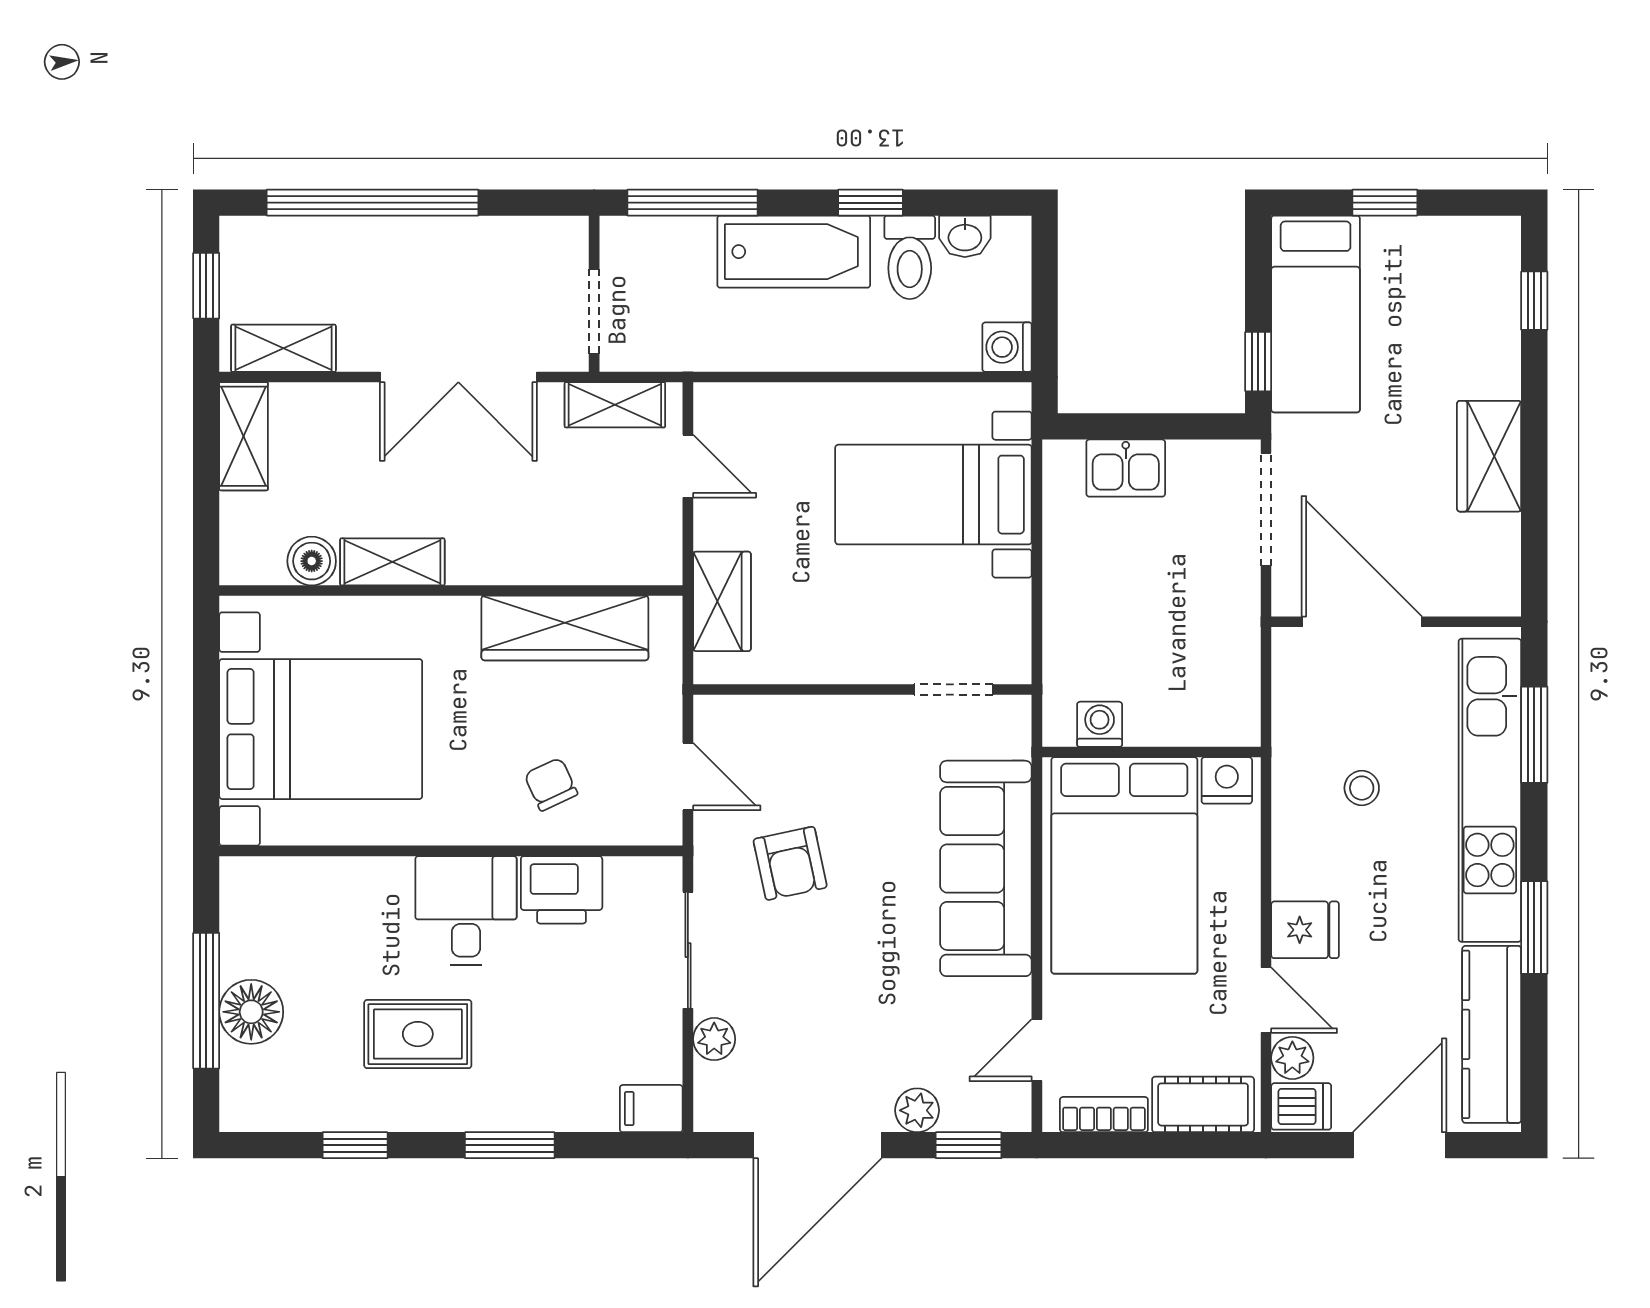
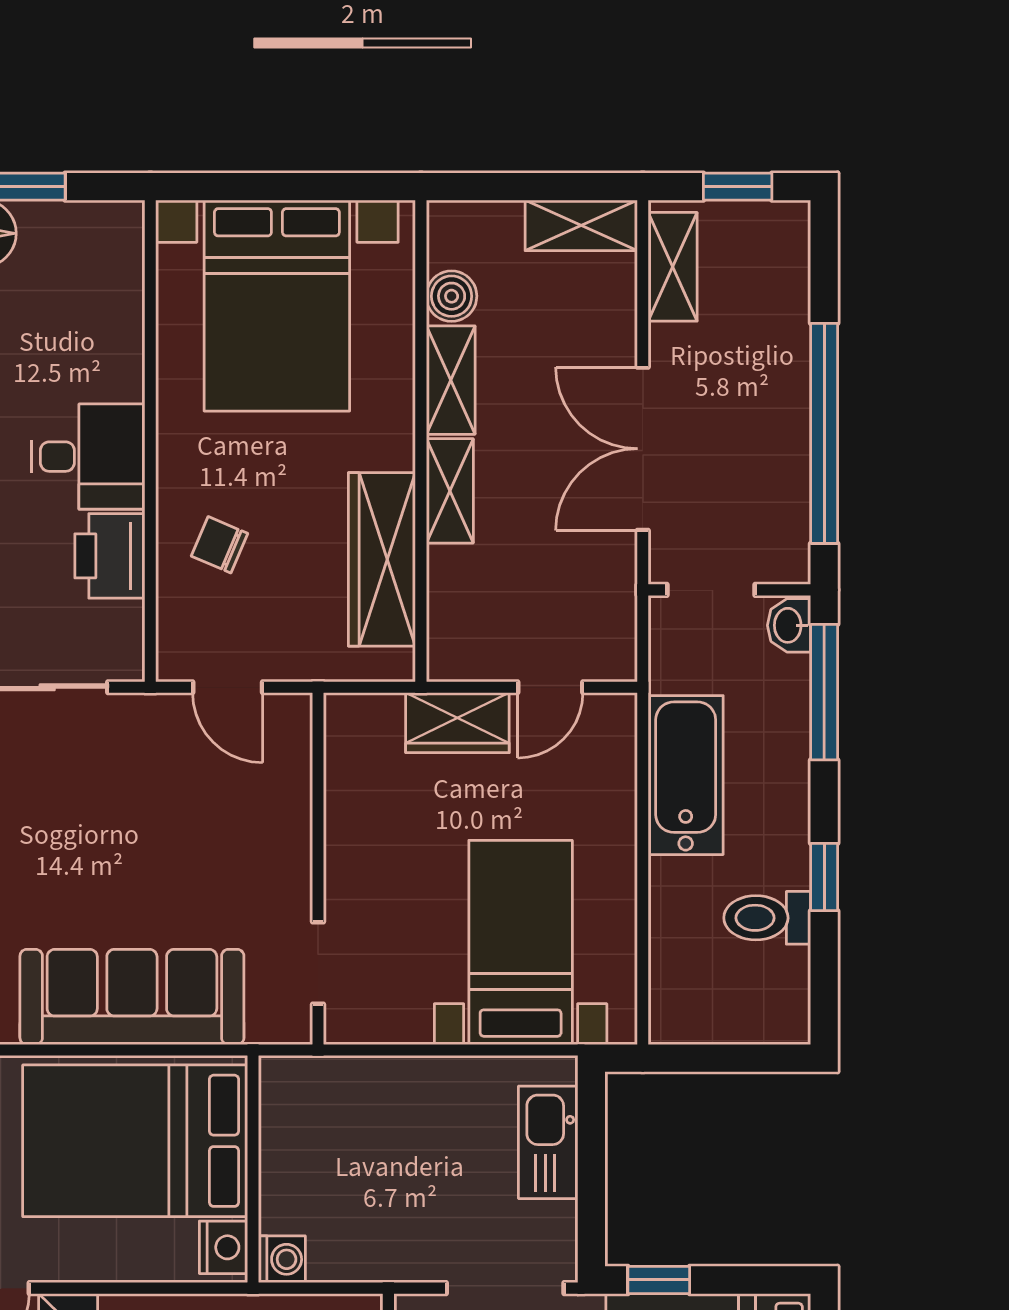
window: (372, 203) -> (824, 433), moved
washbasin: (965, 236) -> (789, 625), moved
bathtub: (794, 252) -> (686, 775), moved, turned 180
washing machine: (1007, 347) -> (674, 1019), removed
shelving: (615, 405) -> (450, 491), moved
kitchen sink: (1126, 468) -> (548, 1142), width x1.38
wardrobe: (722, 601) -> (457, 723), moved
washing machine: (1100, 724) -> (282, 1259), moved
door: (688, 776) -> (228, 687), hinge flipped
chair: (551, 784) -> (219, 545), turned -132
armchair: (790, 863) -> (137, 793), removed

